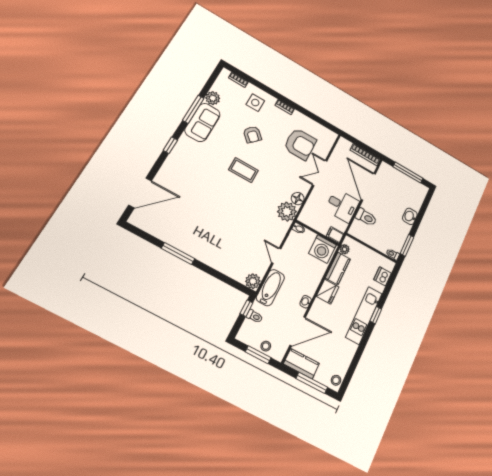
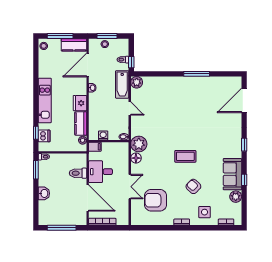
window: (193, 109) -> (244, 180), width x0.46
washing machine: (322, 249) -> (103, 135), width x0.53, depth x0.53
window: (376, 315) -> (36, 133), moved

